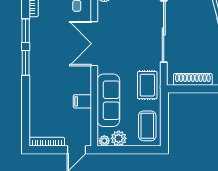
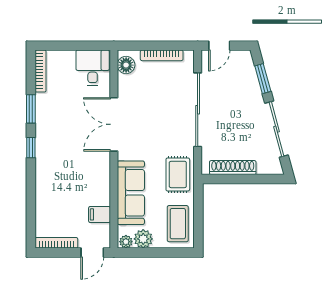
window: (26, 63) -> (31, 148), width x0.67
filing cabinet: (82, 101) -> (100, 214), moved

